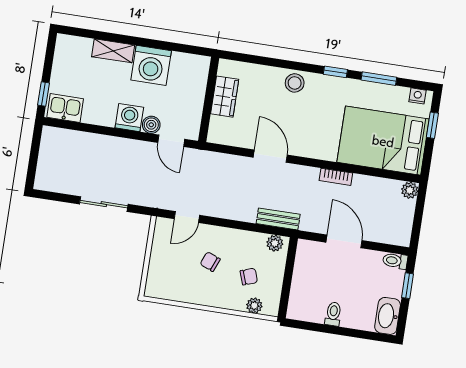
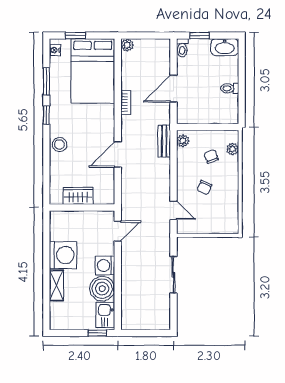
boiler: (151, 125) -> (102, 289), moved, width x1.86, depth x1.86

